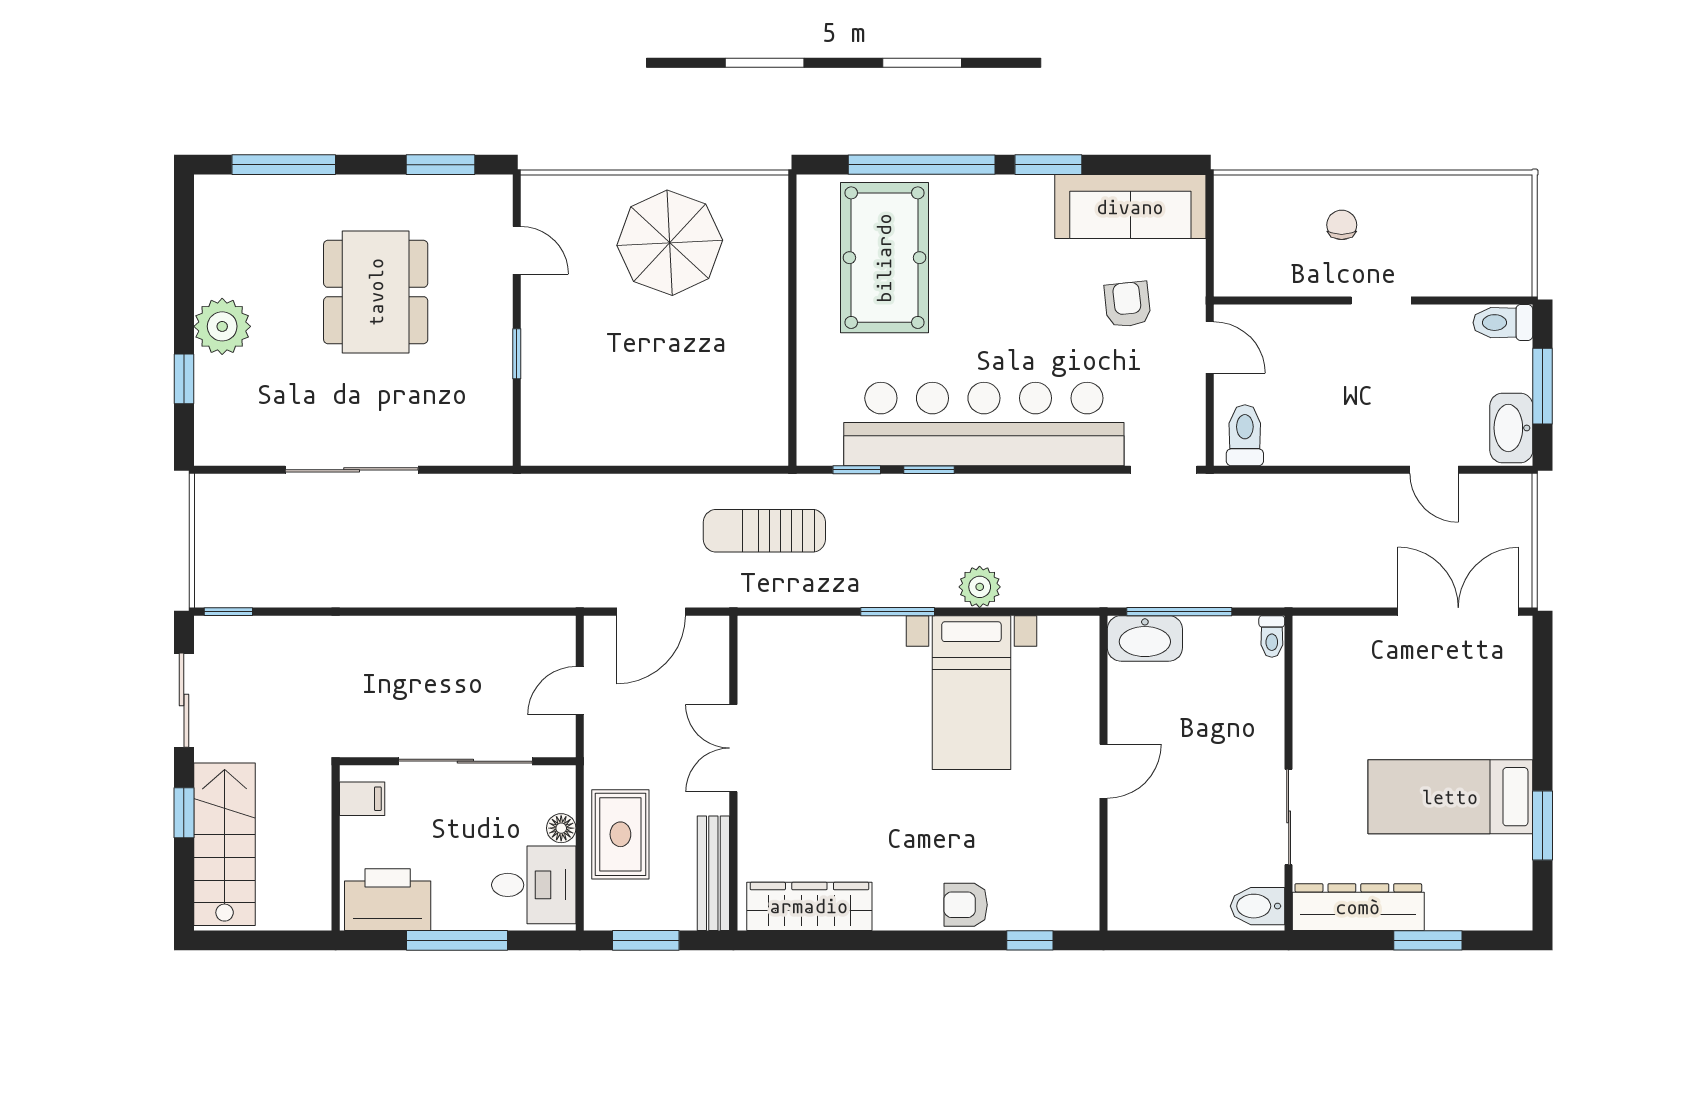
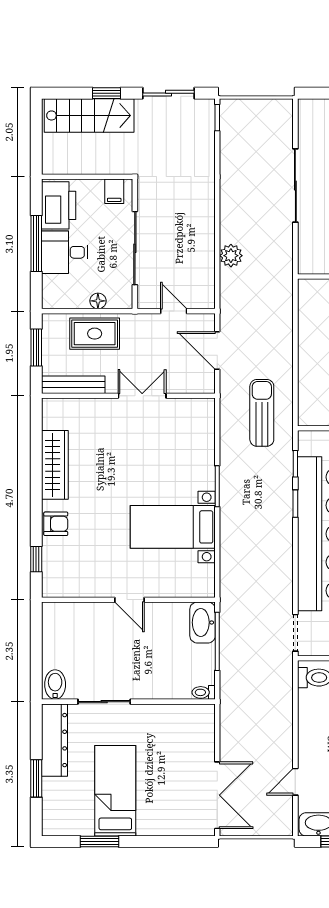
plant: (980, 587) -> (231, 256), moved
desk: (534, 885) -> (65, 252), moved, turned 90
armchair: (966, 905) -> (56, 524), turned 90
wardrobe: (809, 906) -> (55, 465), moved

